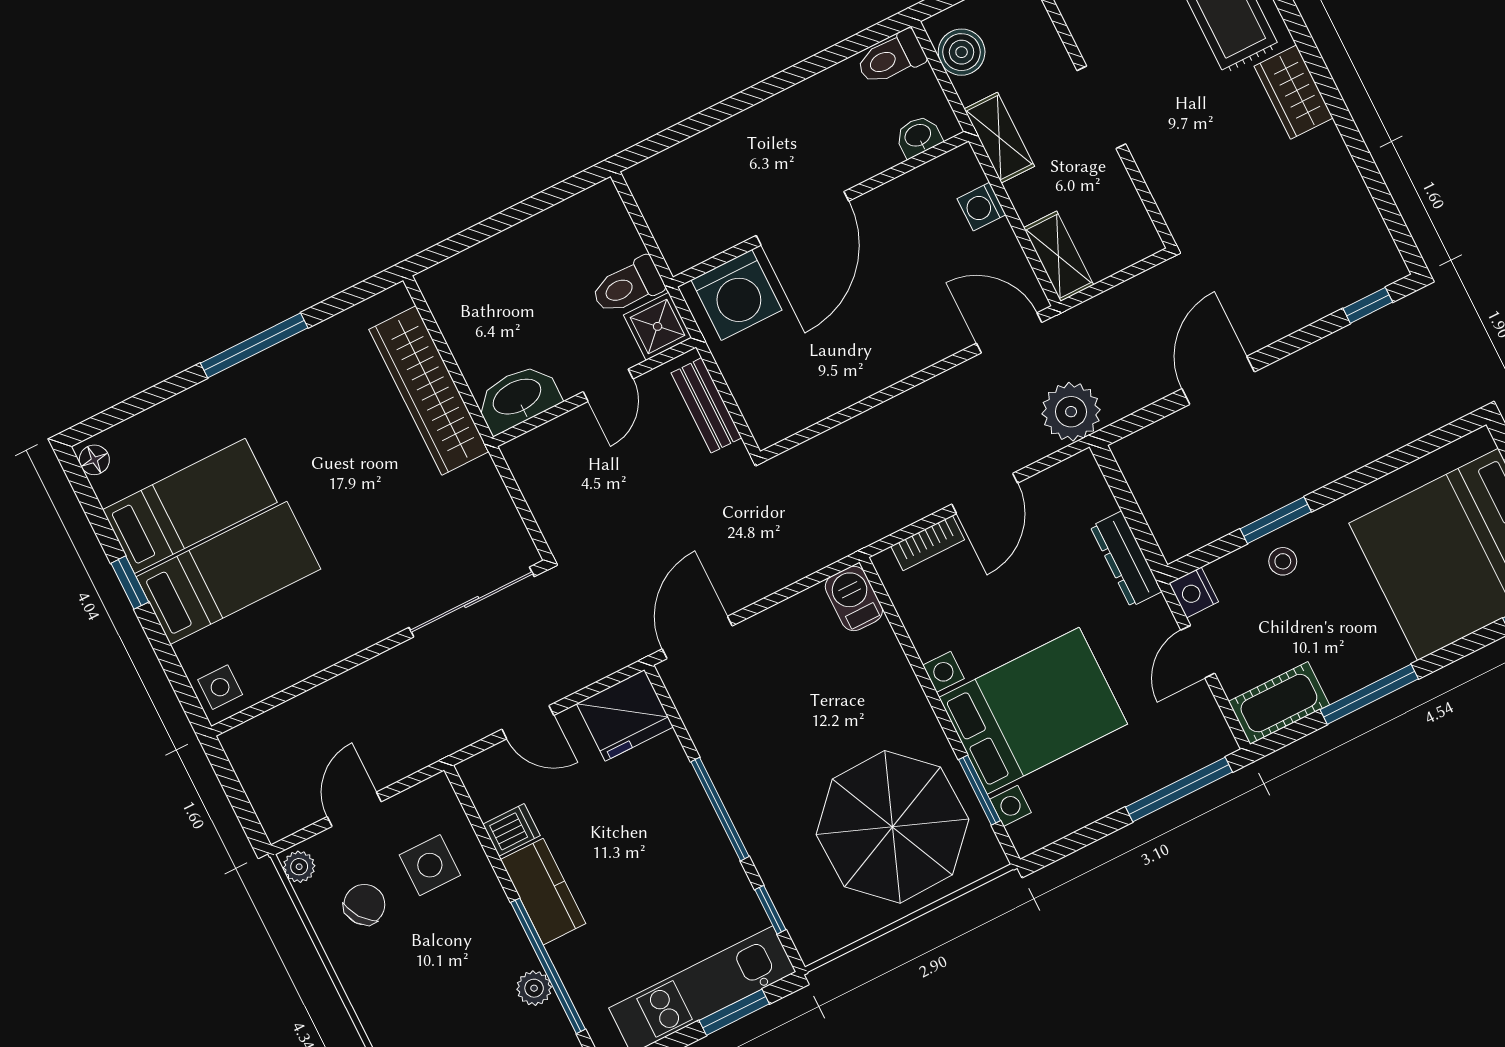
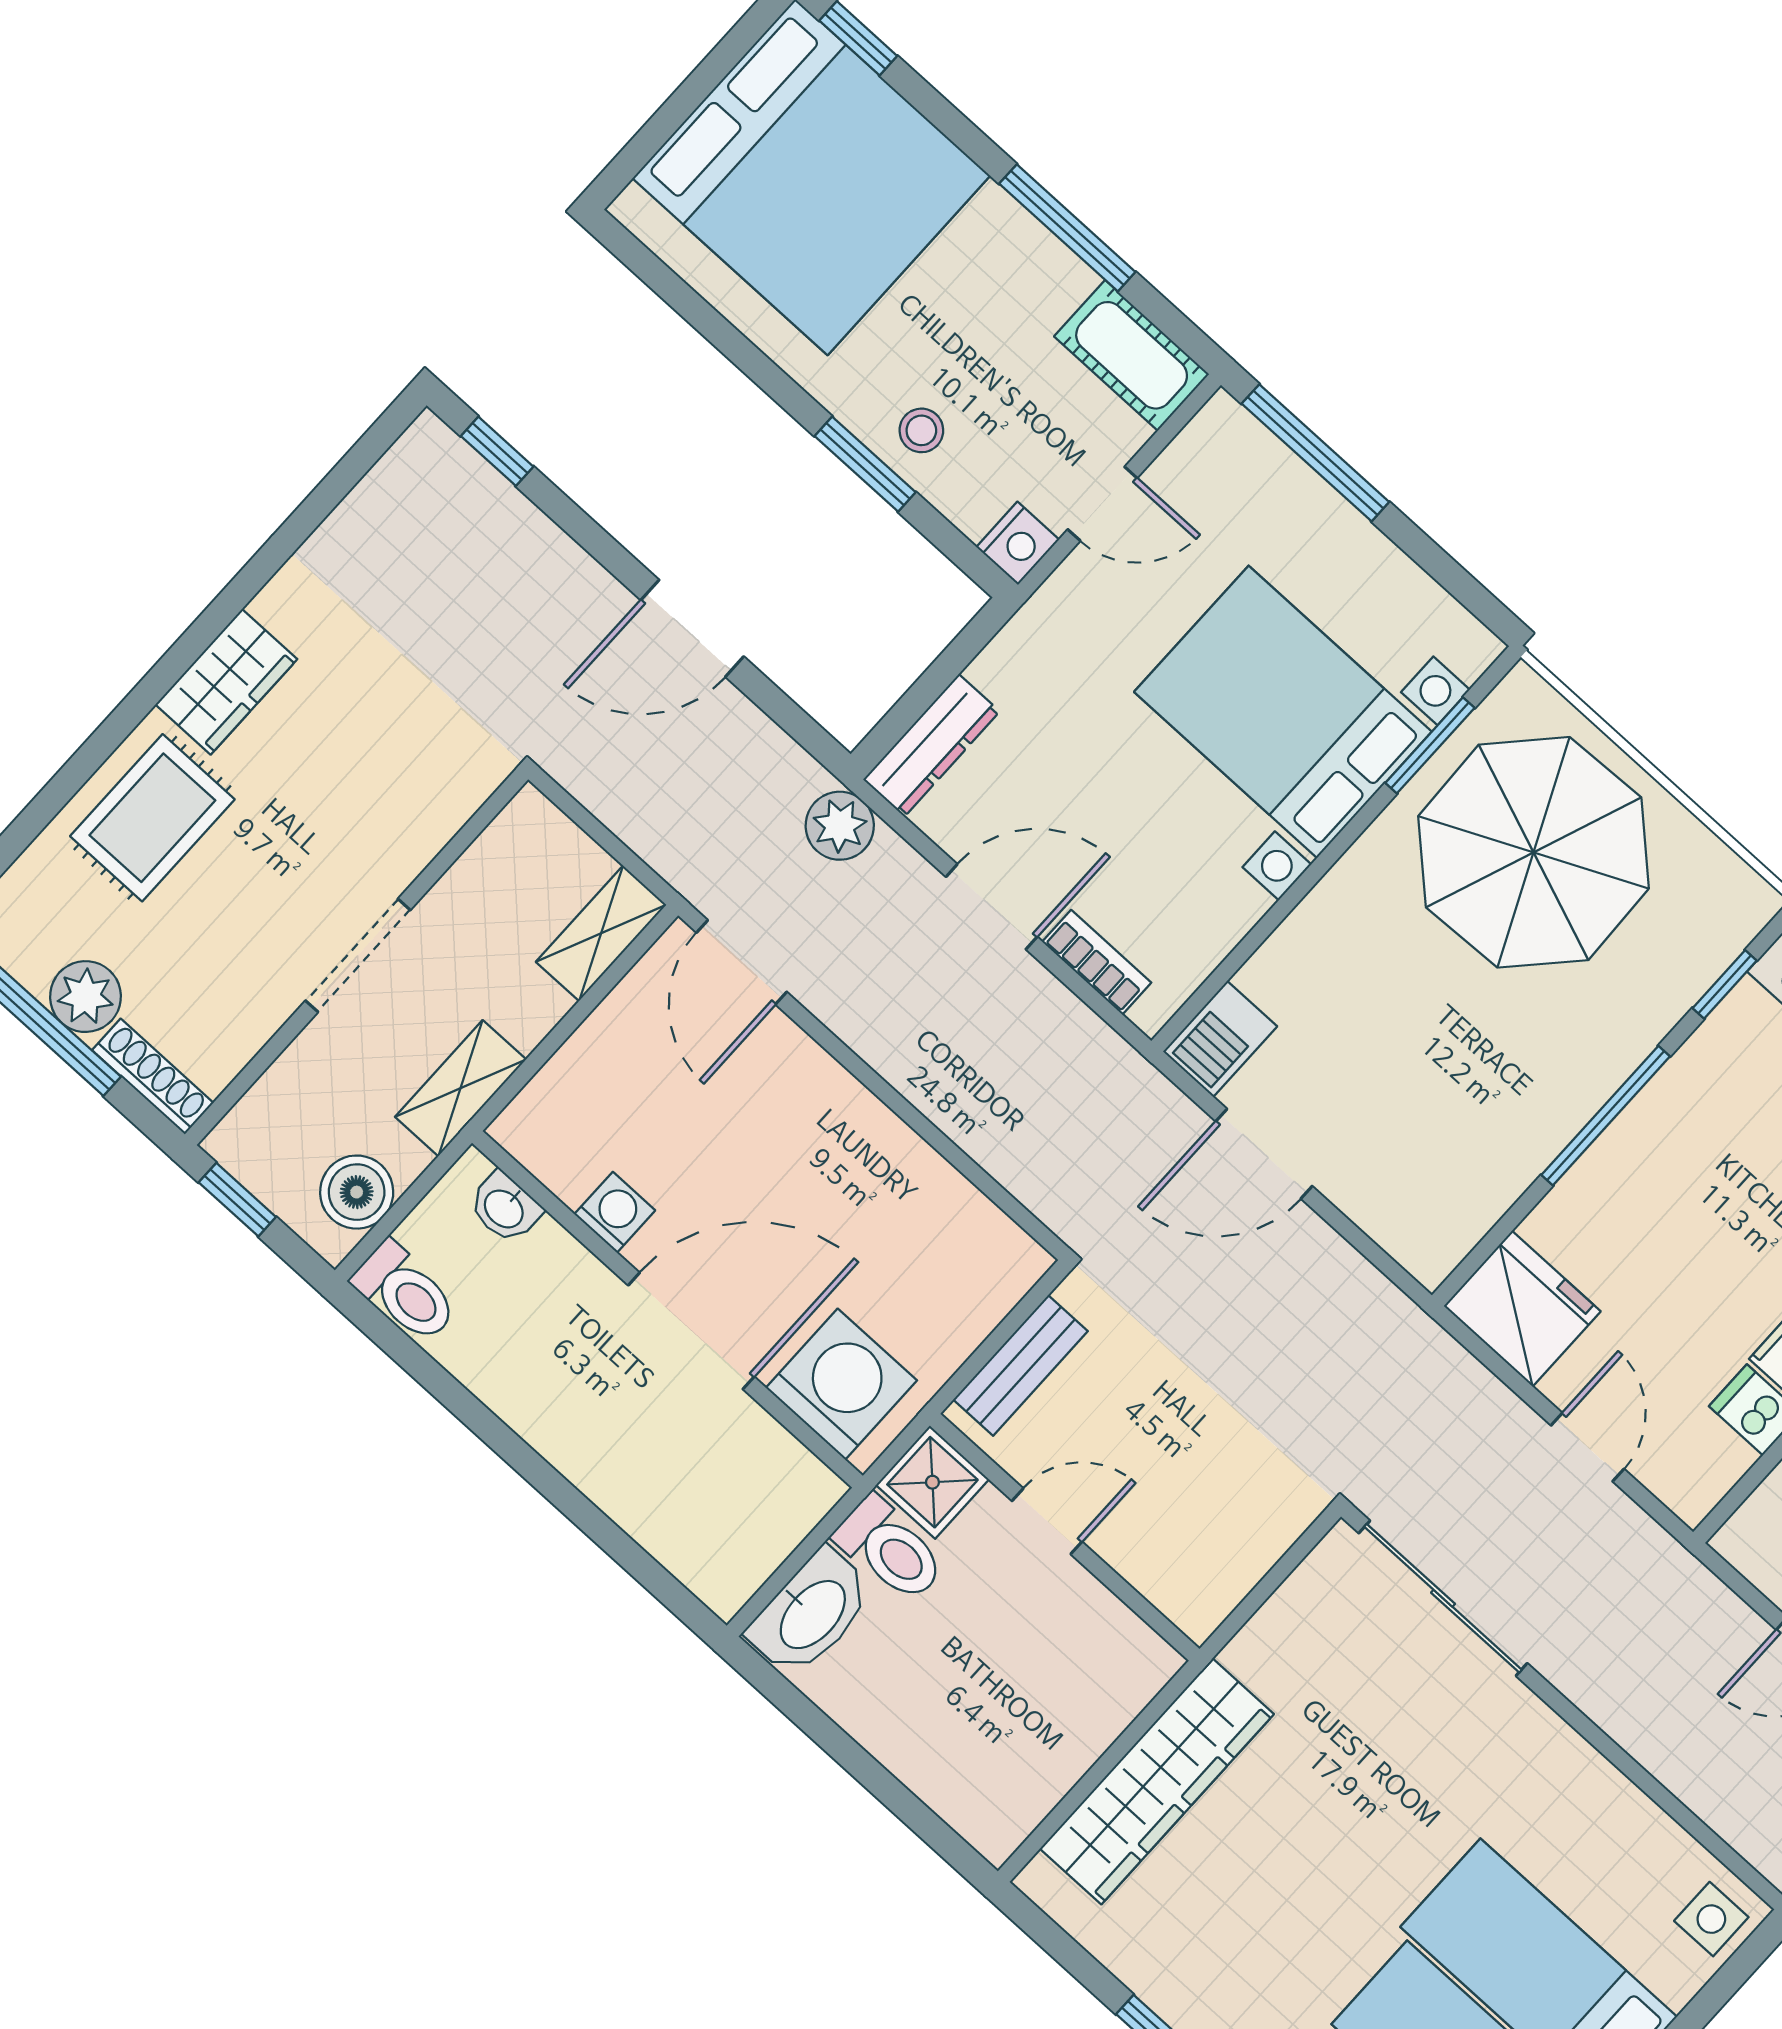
washing machine: (981, 207) -> (615, 1212), moved, turned -90
washbasin: (518, 398) -> (811, 1613), moved, turned -90
plant: (1071, 412) -> (840, 826), width x0.73, depth x0.73
dresser: (1126, 559) -> (931, 745), moved
door: (697, 637) -> (1264, 1154), moved

